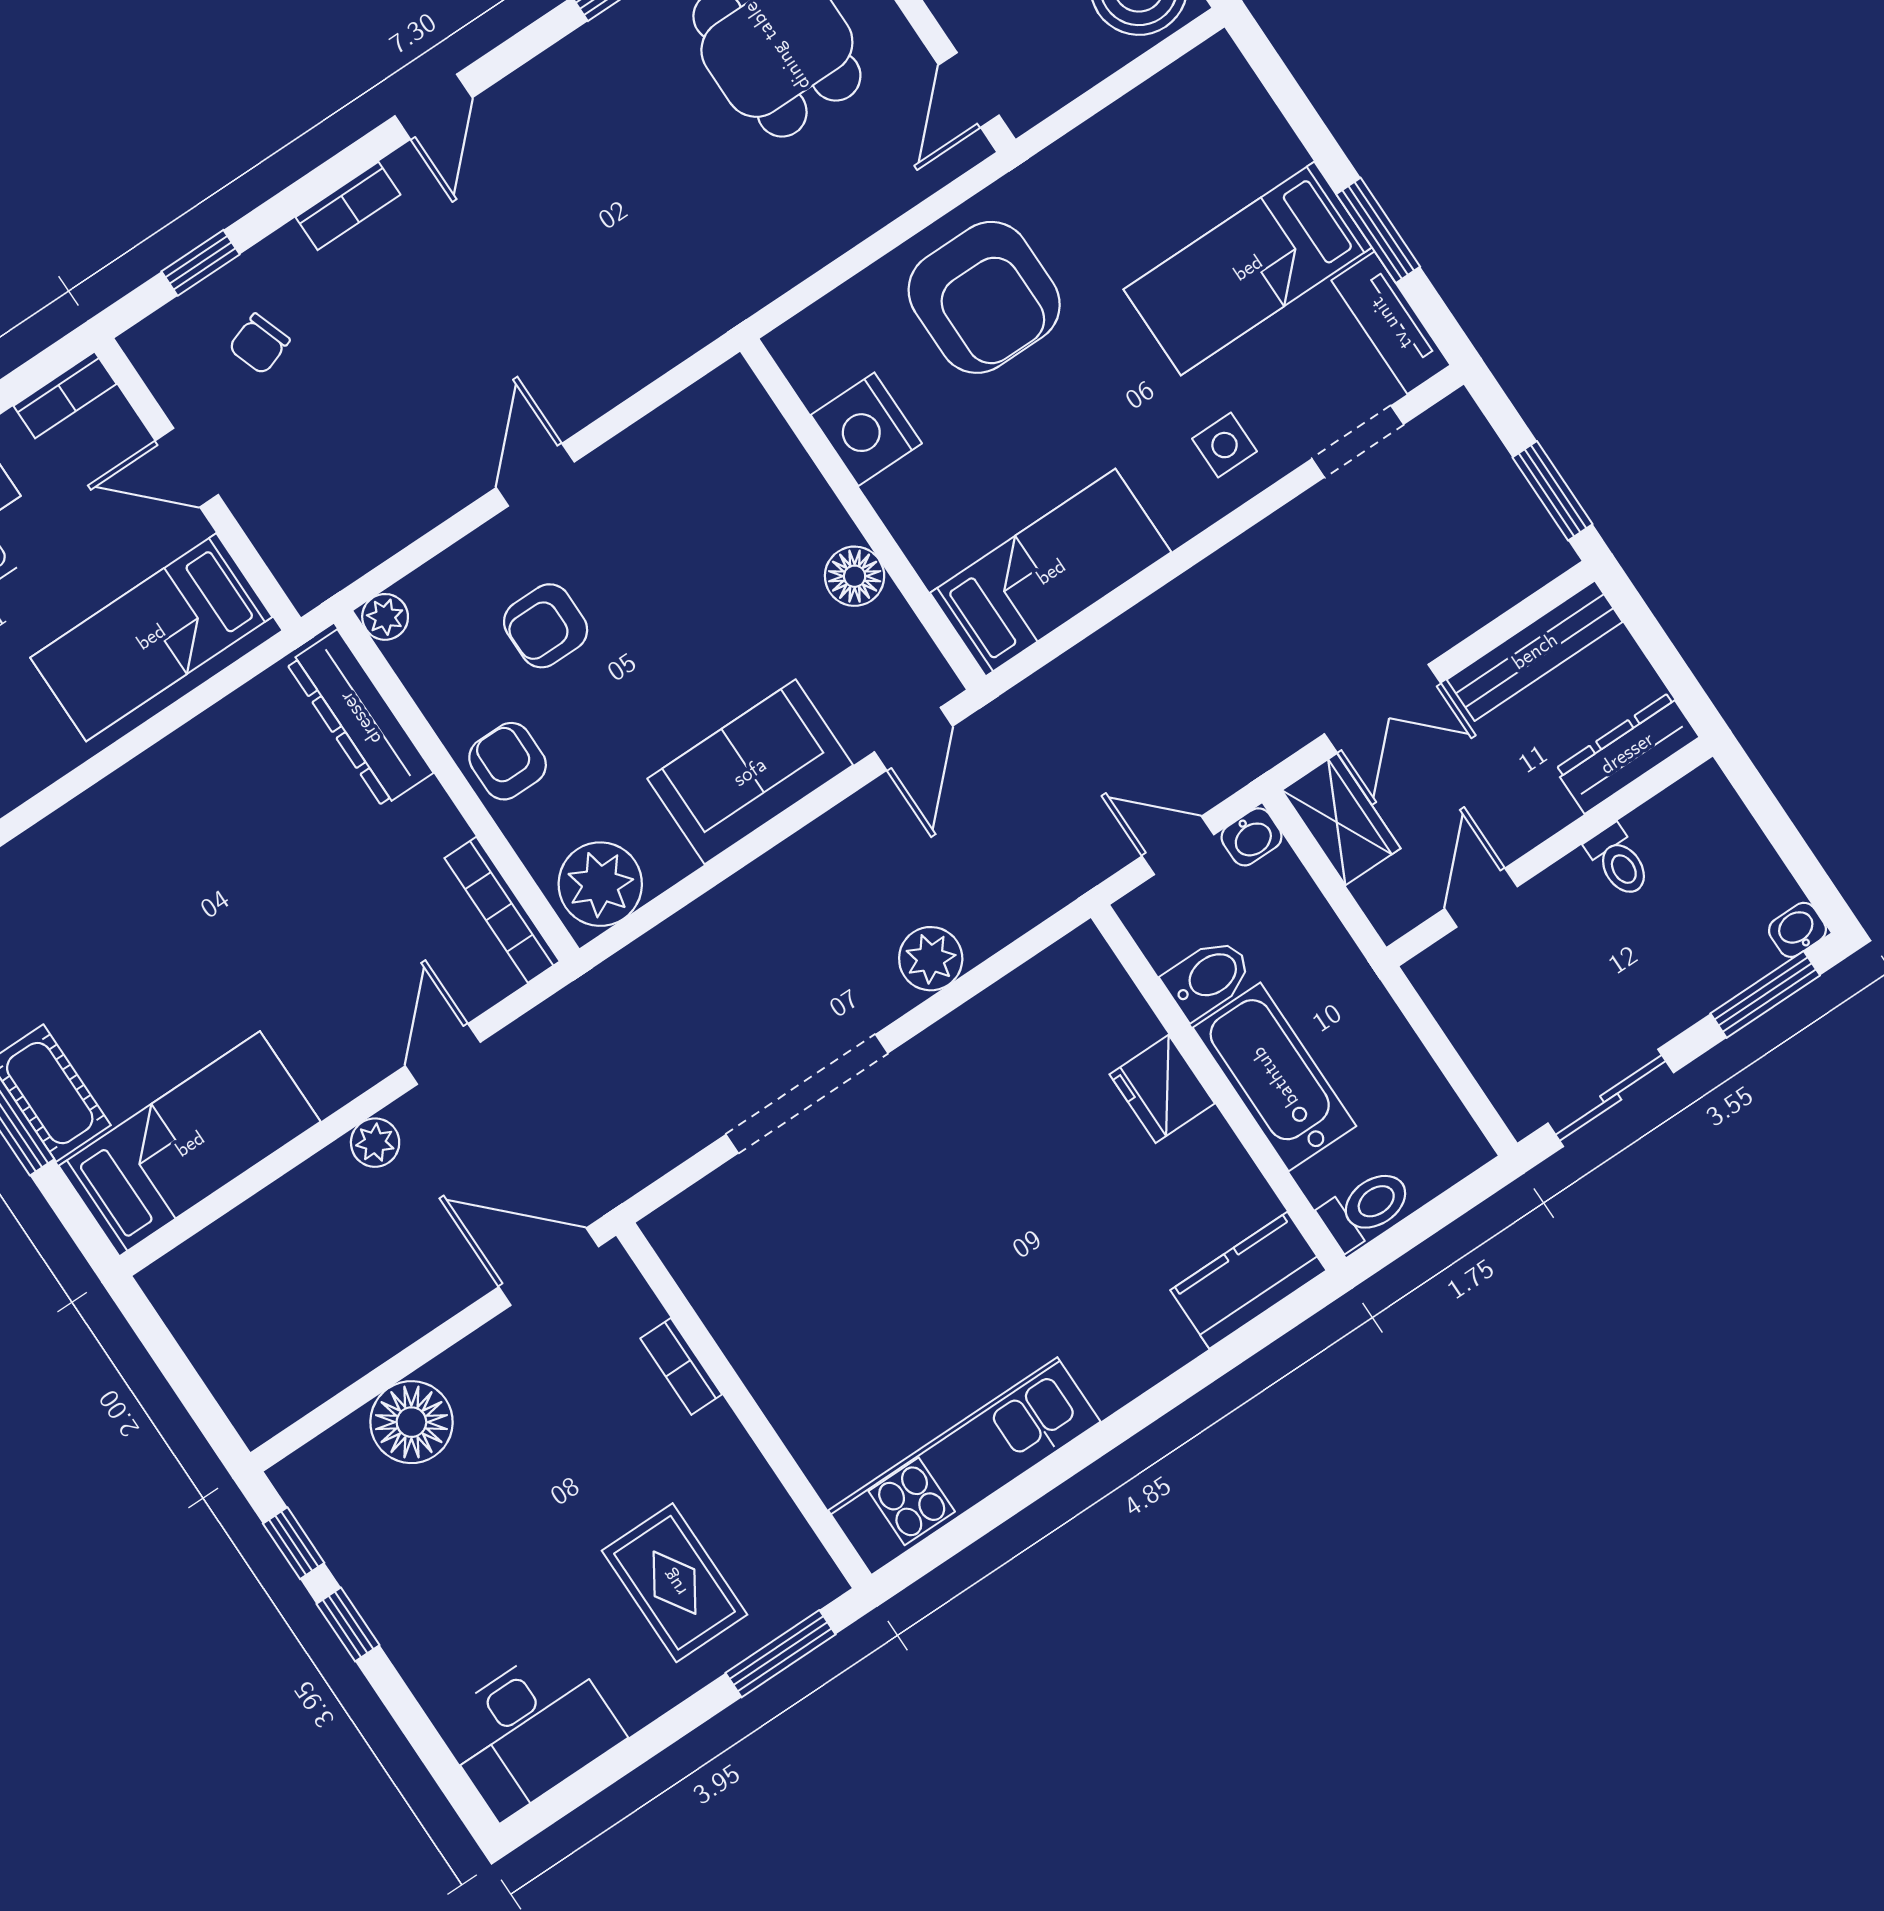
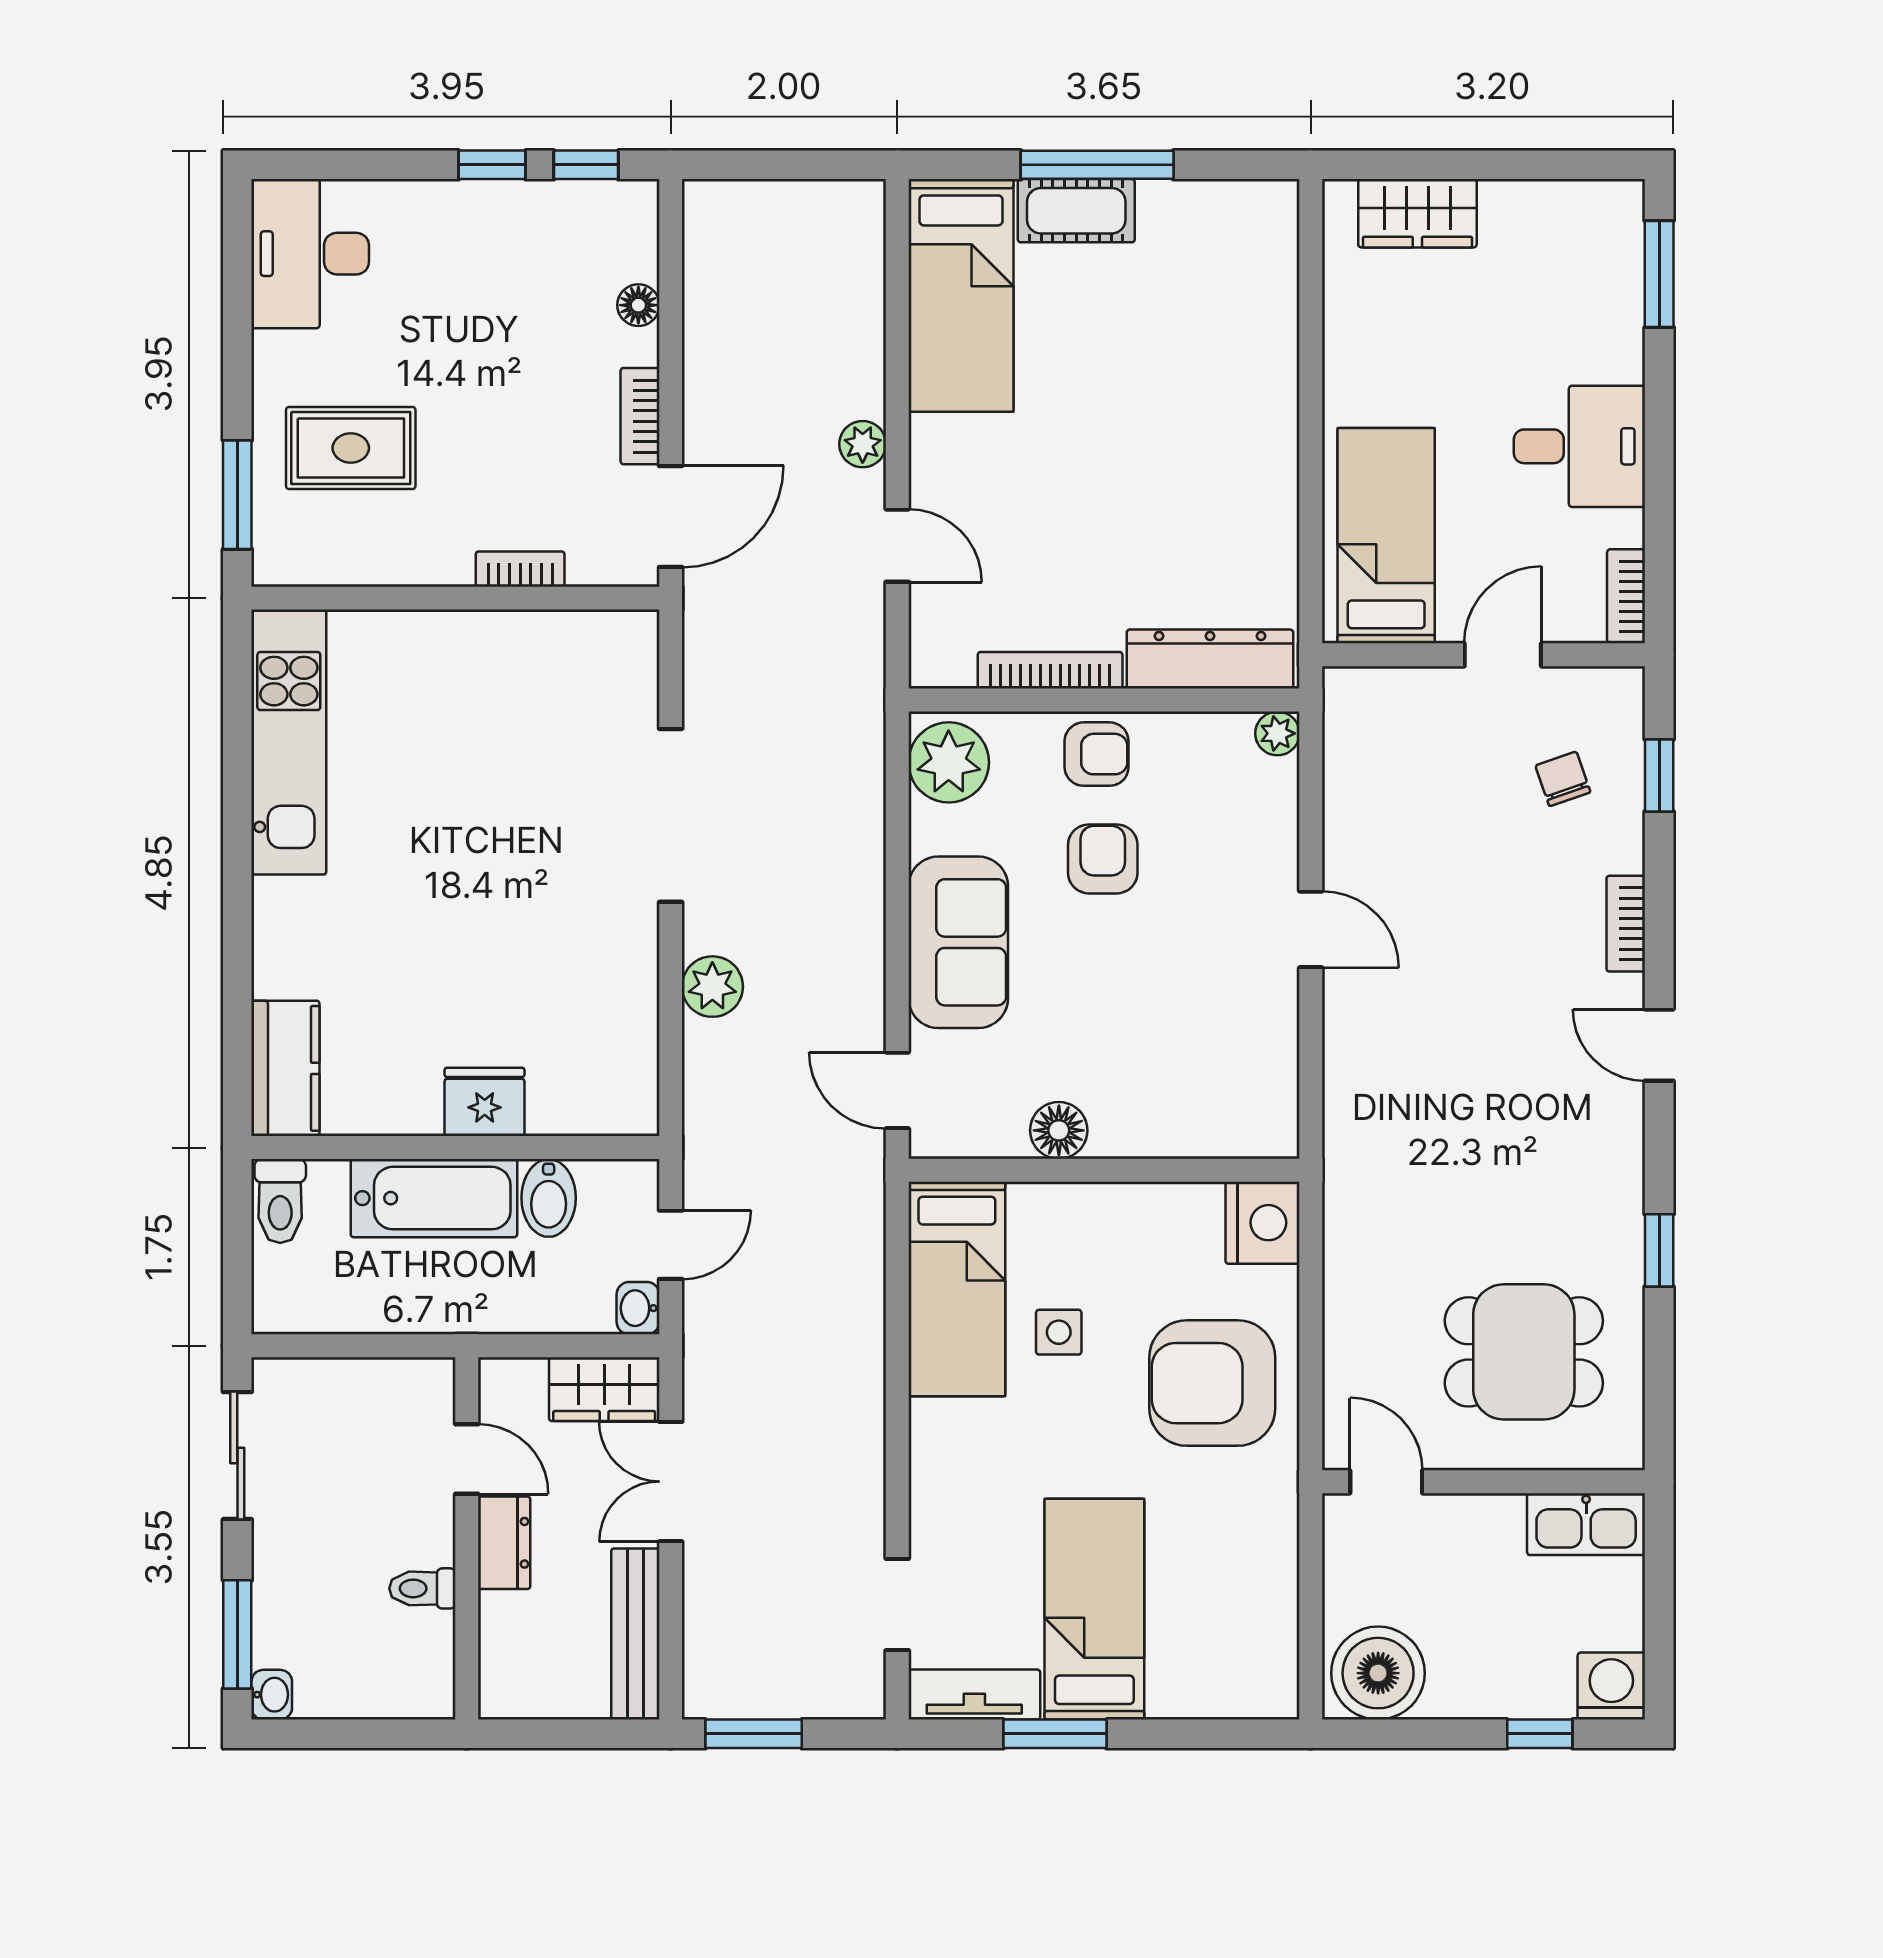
nightstand: (866, 429) -> (1262, 1223), moved, turned 90
side table: (1225, 445) -> (1059, 1332), moved
armchair: (546, 626) -> (1103, 859), moved
dresser: (1627, 753) -> (504, 1543), moved, width x0.70
bookcase: (502, 910) -> (1050, 670), moved
bookcase: (480, 1351) -> (640, 416), added
floor lamp: (411, 1422) -> (638, 305), width x0.53, depth x0.53

